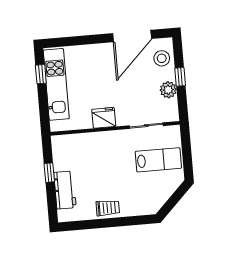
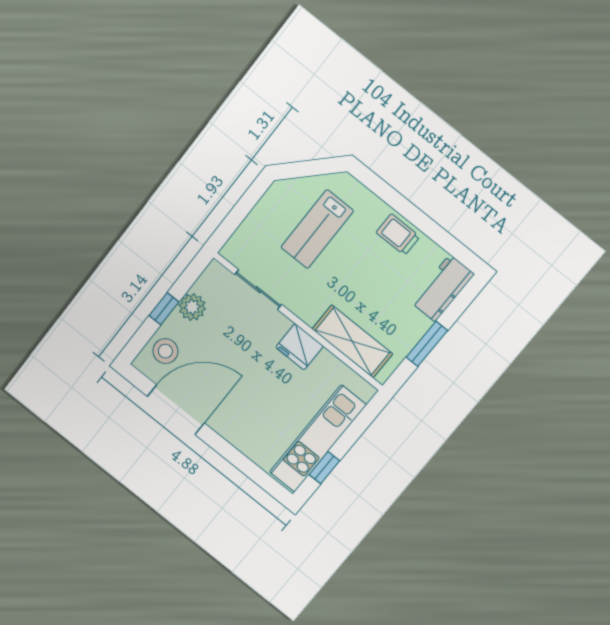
shelving: (83, 143) -> (352, 341), added
lab bench: (158, 160) -> (317, 229), moved, turned -90
window: (49, 173) -> (427, 344), width x1.50
workbench: (65, 190) -> (442, 288), moved

